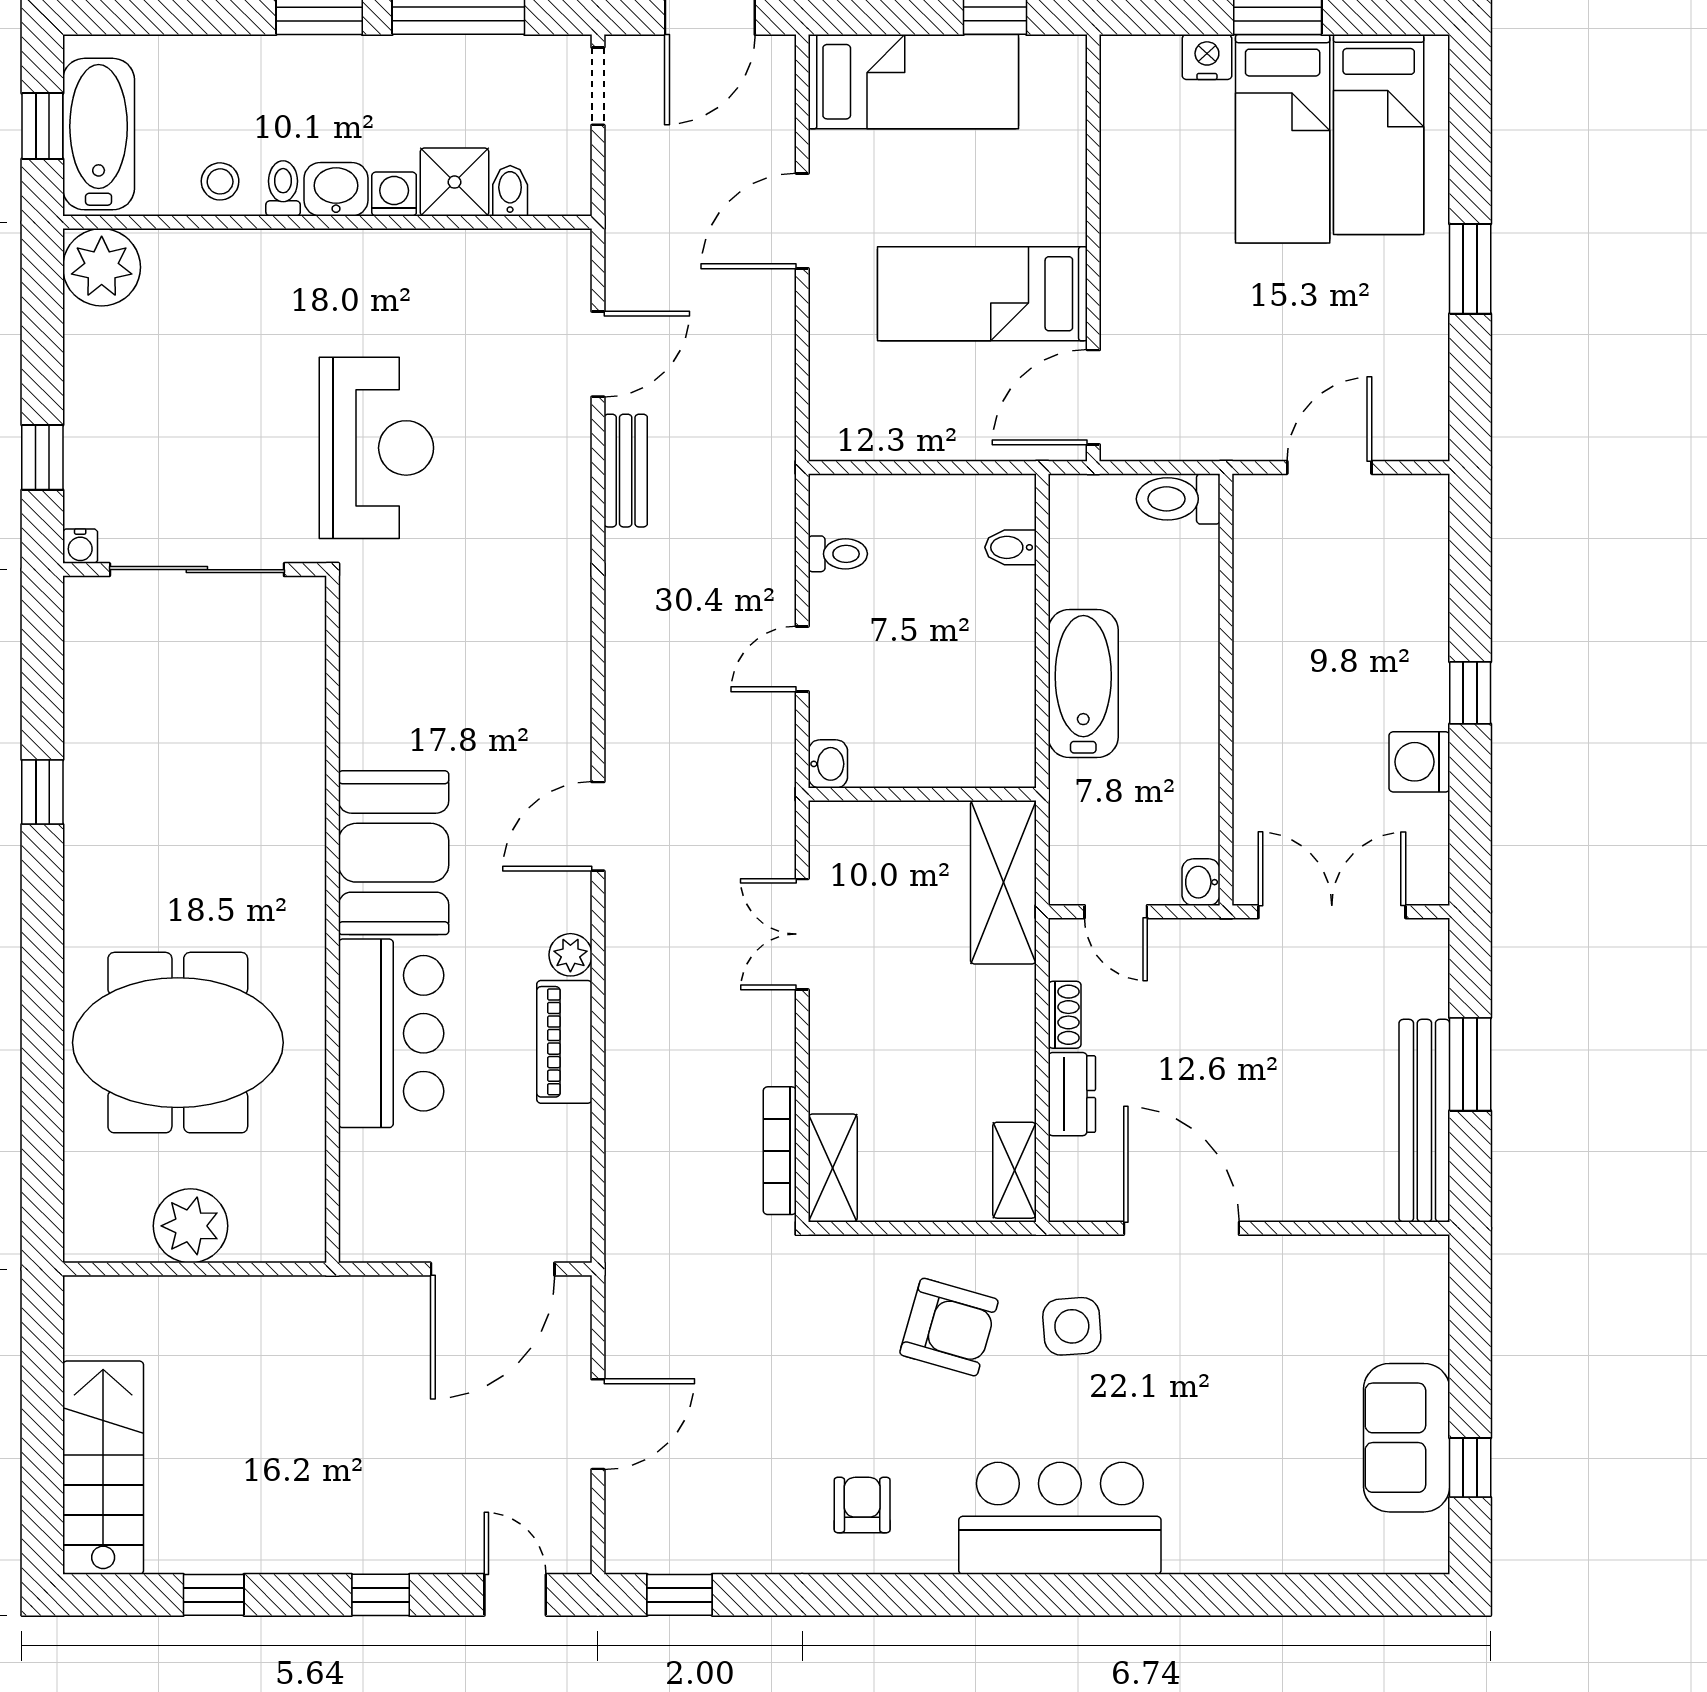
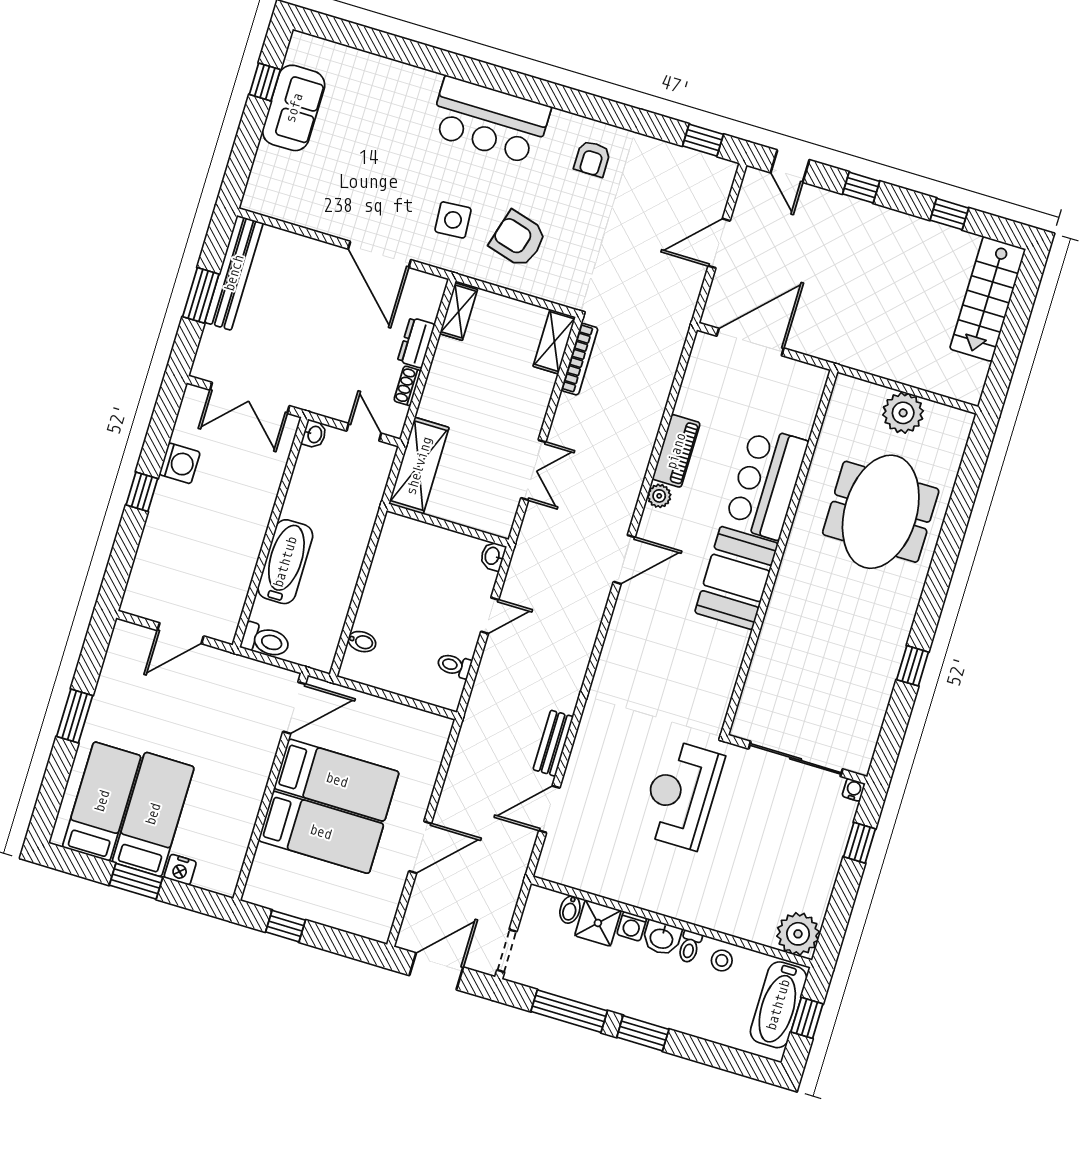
bed: (913, 82) -> (321, 832), moved, turned 180
bathtub: (1083, 684) -> (285, 562), moved, turned 180
meeting table: (178, 1043) -> (881, 512), turned 90

